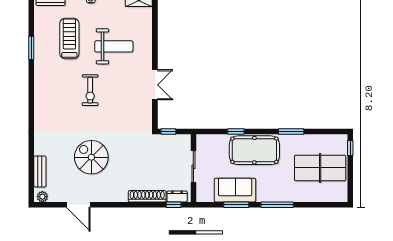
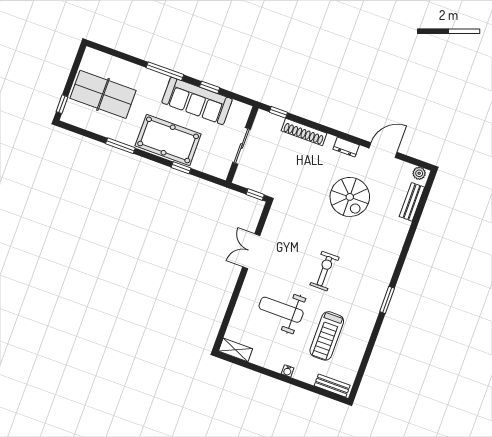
window: (31, 48) -> (387, 300), moved
sofa: (235, 190) -> (197, 101), width x1.36
dresser: (177, 196) -> (346, 147), moved
door: (78, 205) -> (383, 150), hinge flipped
window: (236, 205) -> (210, 87), width x0.67

